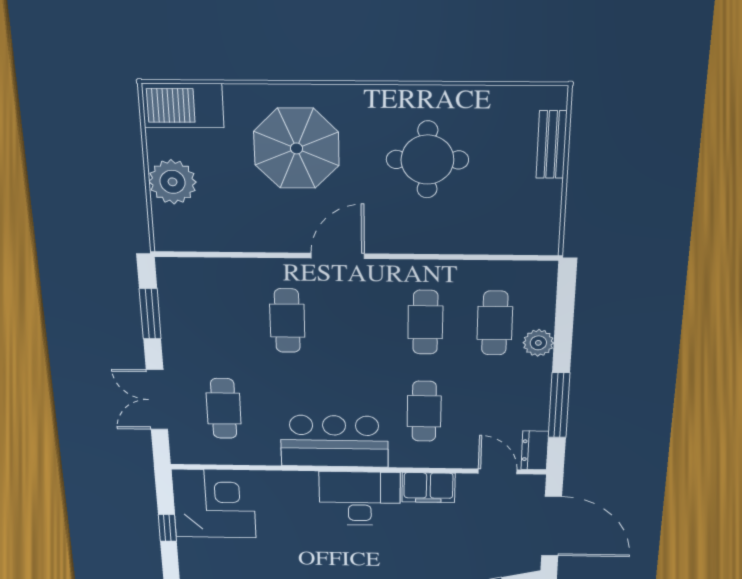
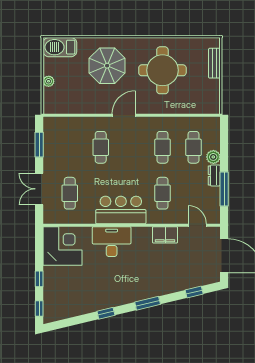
round table: (427, 160) -> (162, 70), width x1.36, depth x1.36
plant: (173, 182) -> (49, 81), width x0.53, depth x0.53
dresser: (535, 450) -> (214, 175), moved
desk: (360, 499) -> (112, 242), moved
window: (167, 528) -> (39, 279), moved

